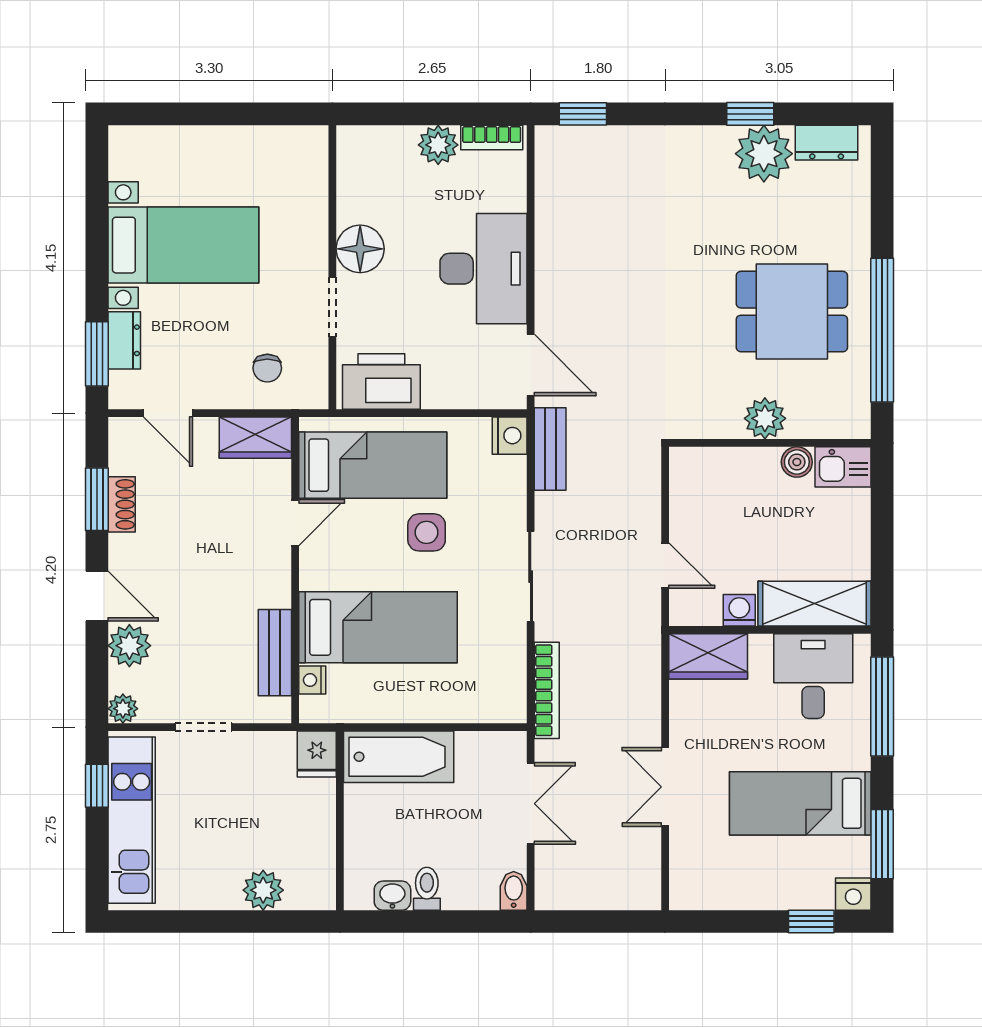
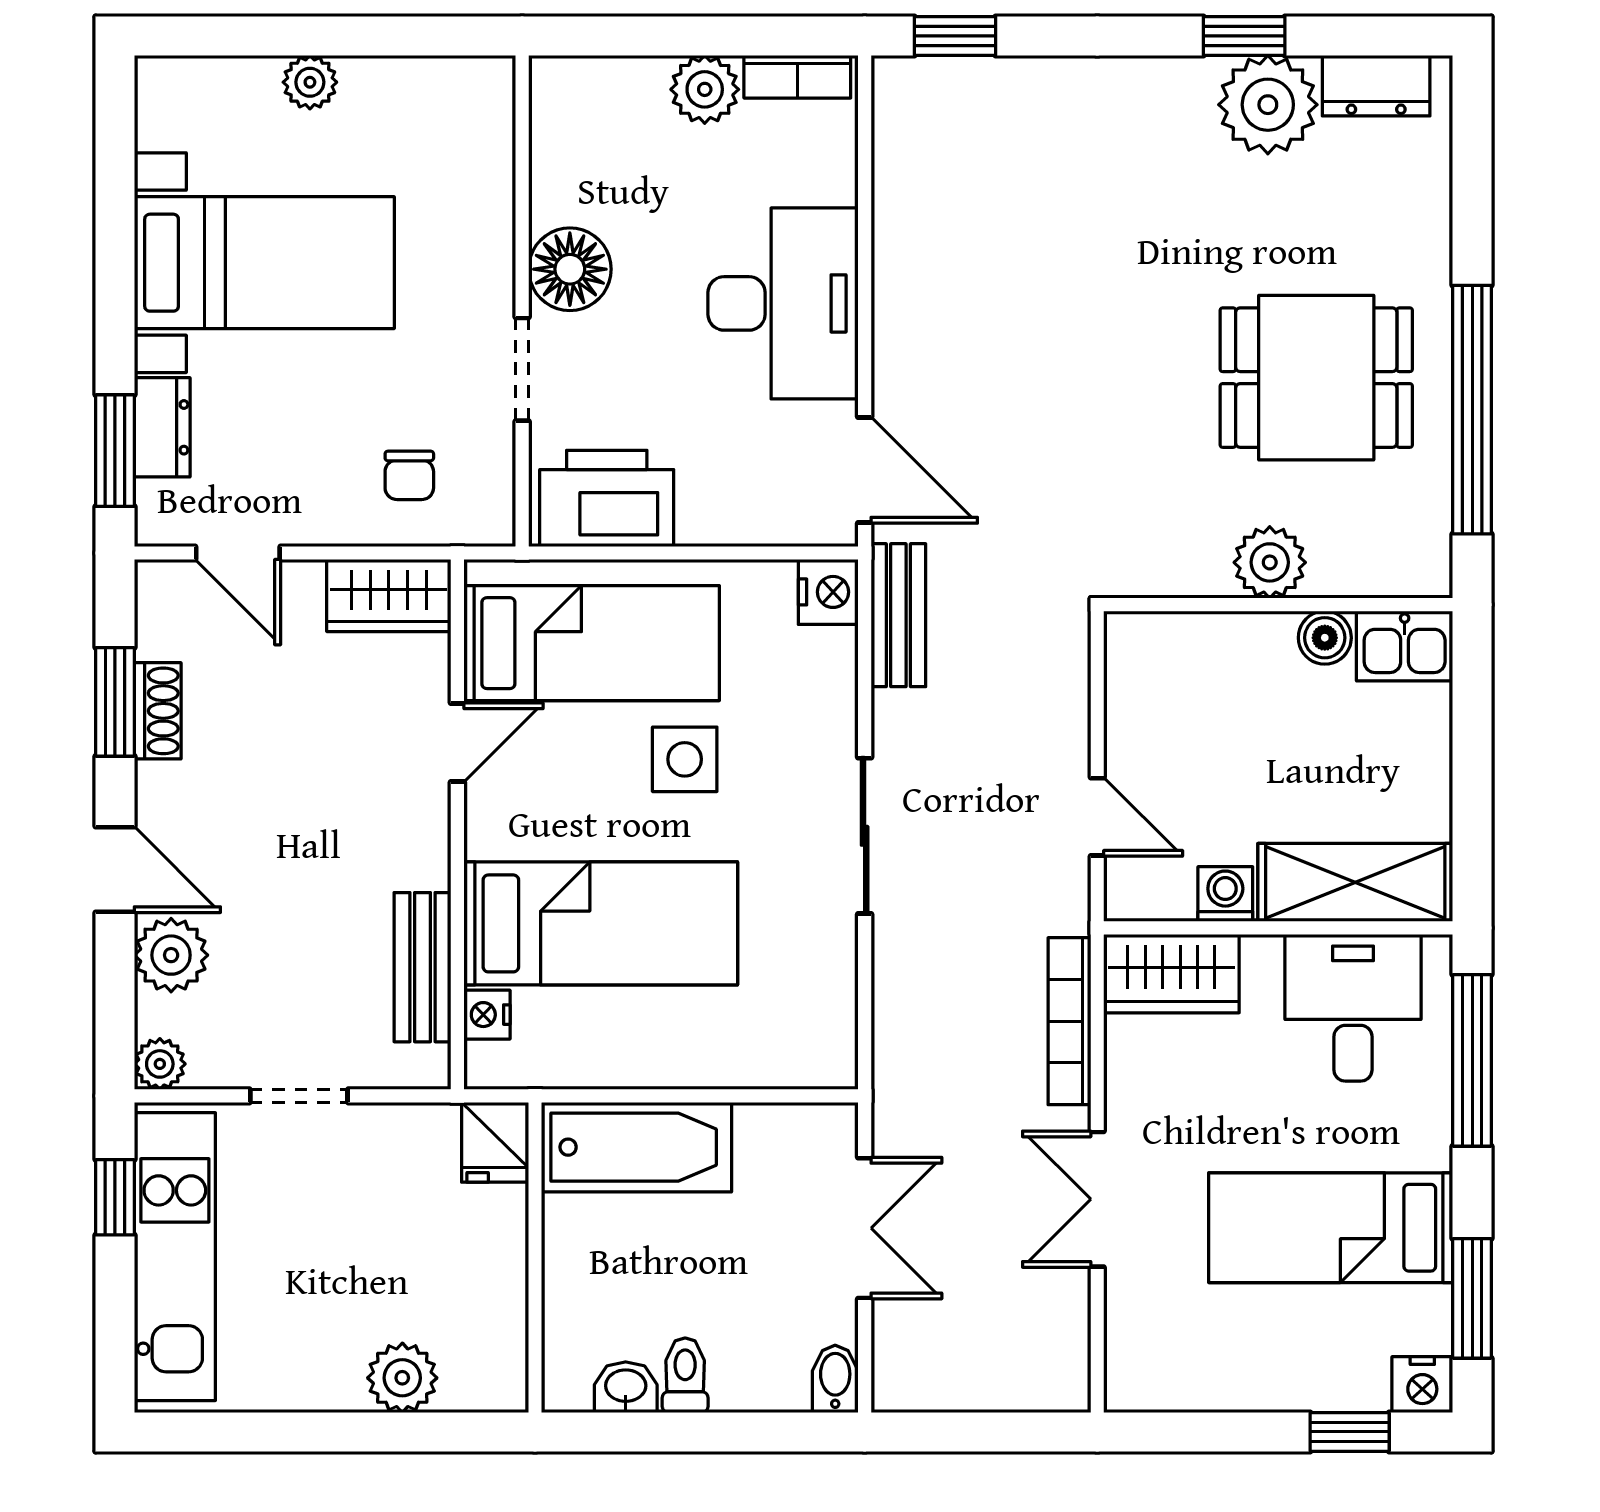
plant: (210, 141) -> (310, 82), added
bookcase: (547, 690) -> (1069, 1021), moved, turned 180

